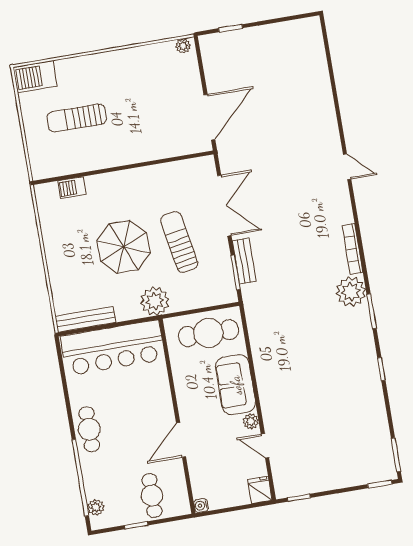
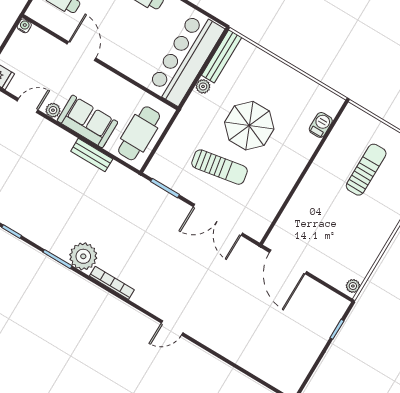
bench: (244, 261) -> (92, 155), moved
plant: (155, 301) -> (203, 86), moved, width x0.53, depth x0.53

